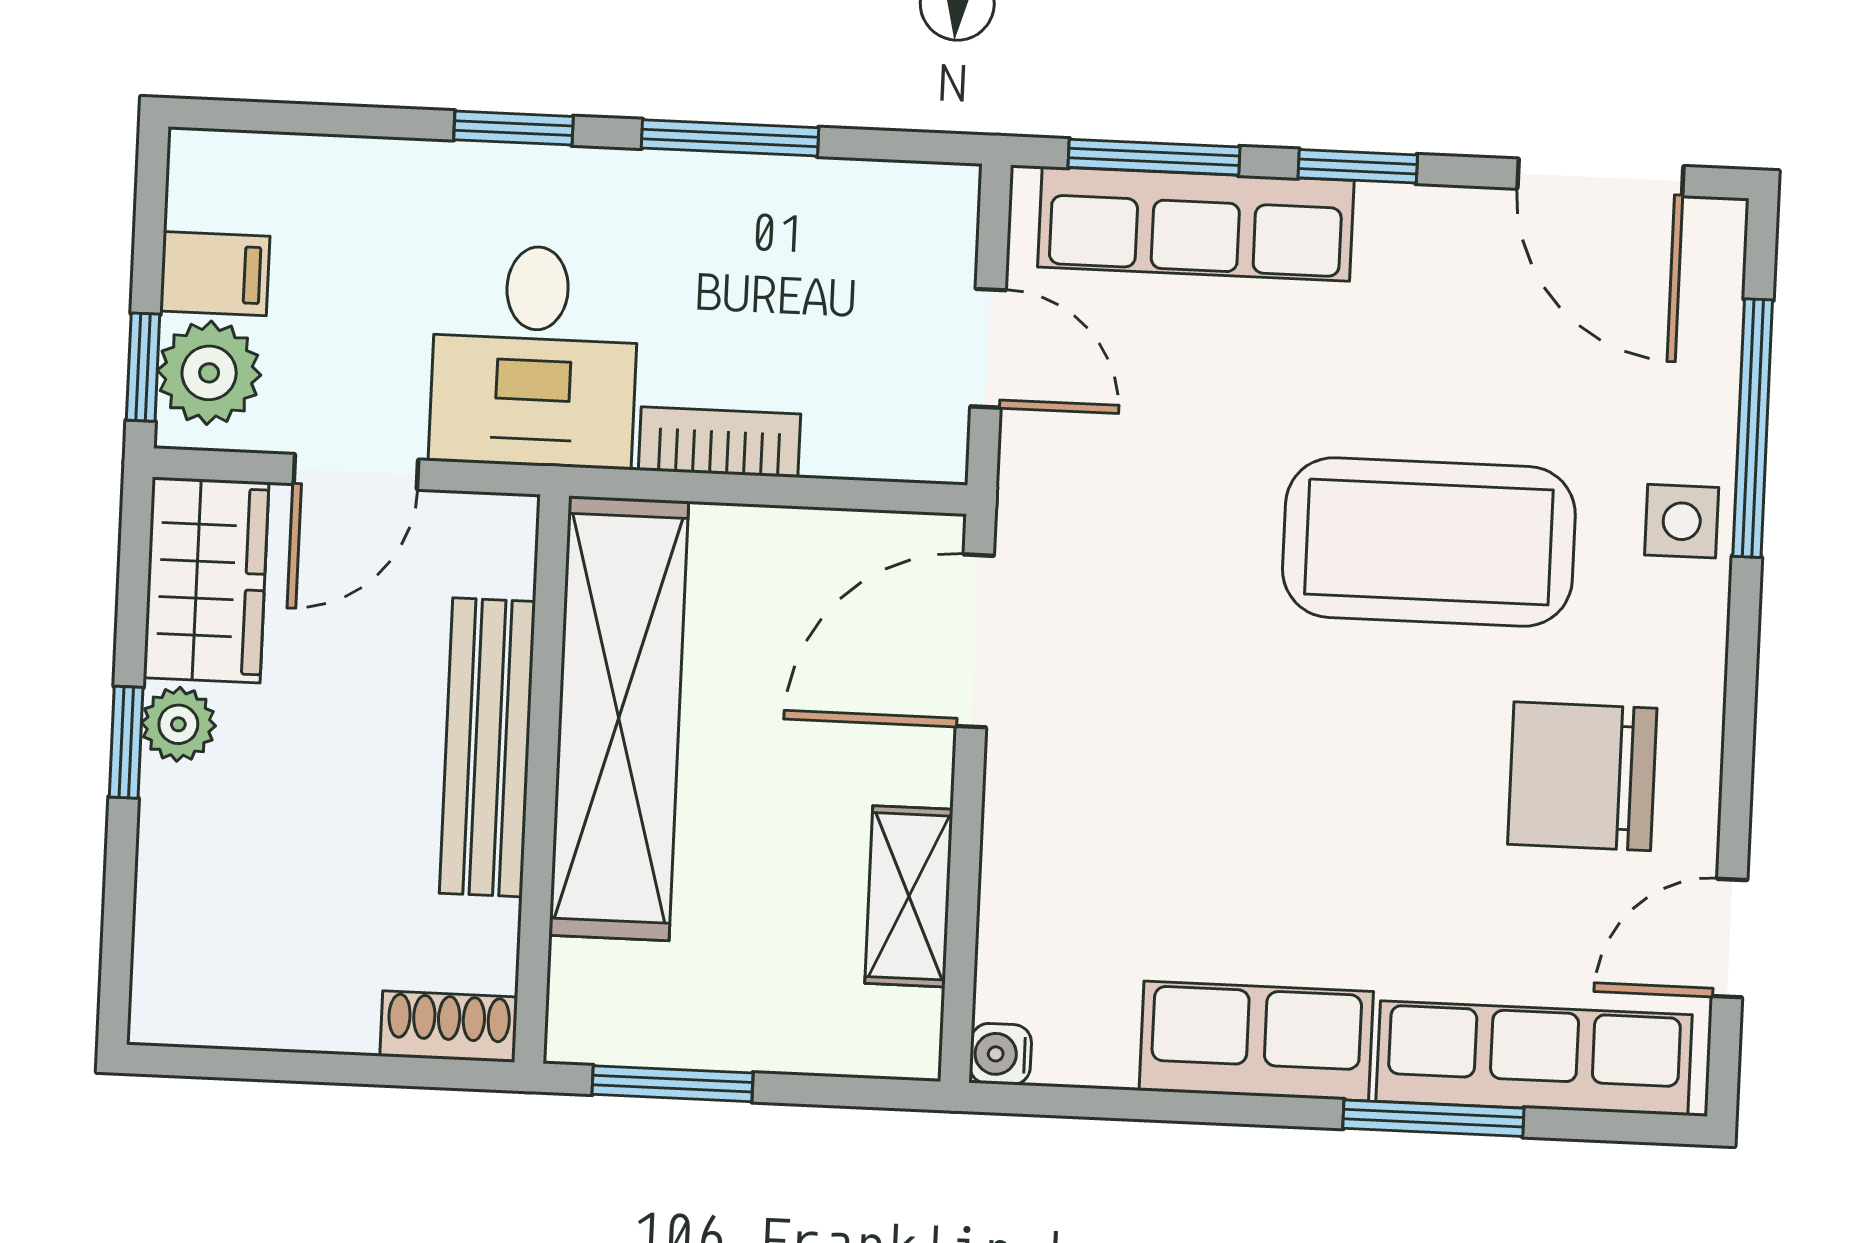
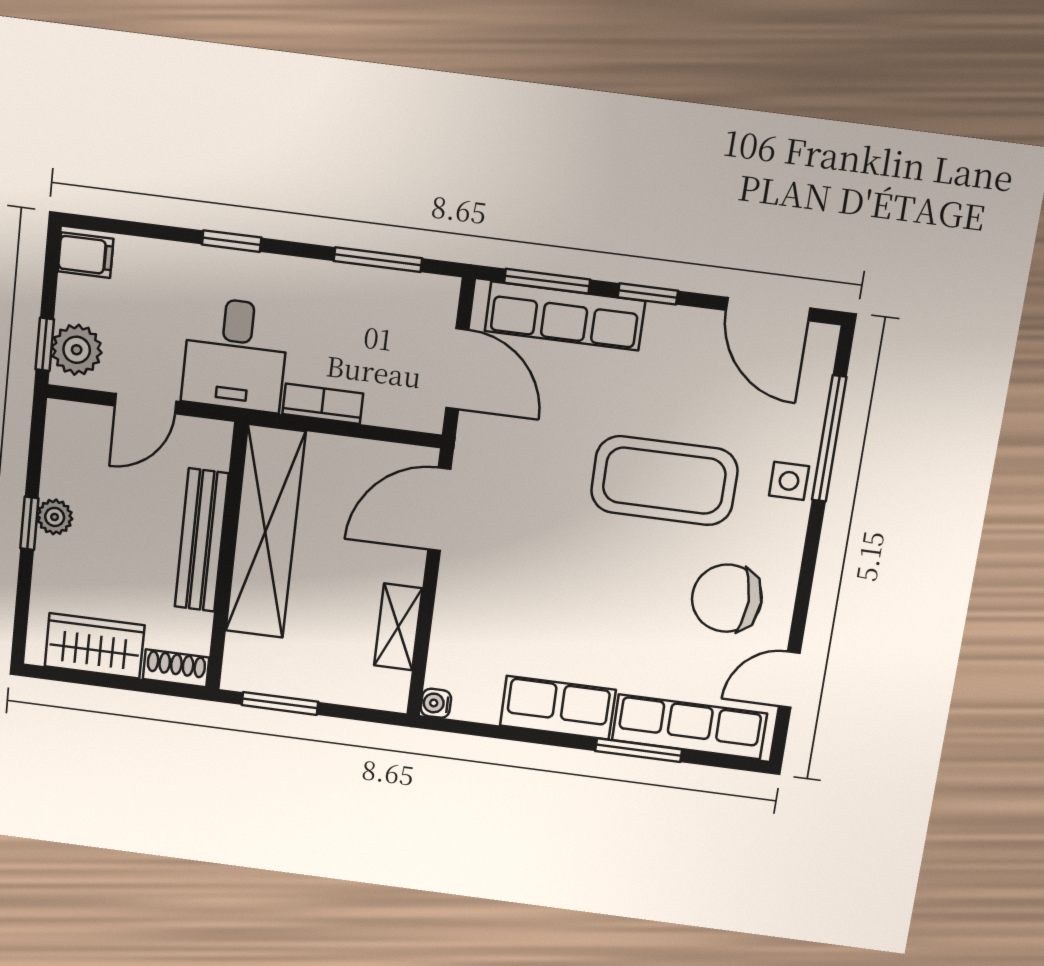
window: (730, 138) -> (378, 260), moved
filing cabinet: (215, 274) -> (86, 255), moved
door: (988, 348) -> (457, 369), width x1.38
wardrobe: (206, 580) -> (95, 646), moved, turned -90

